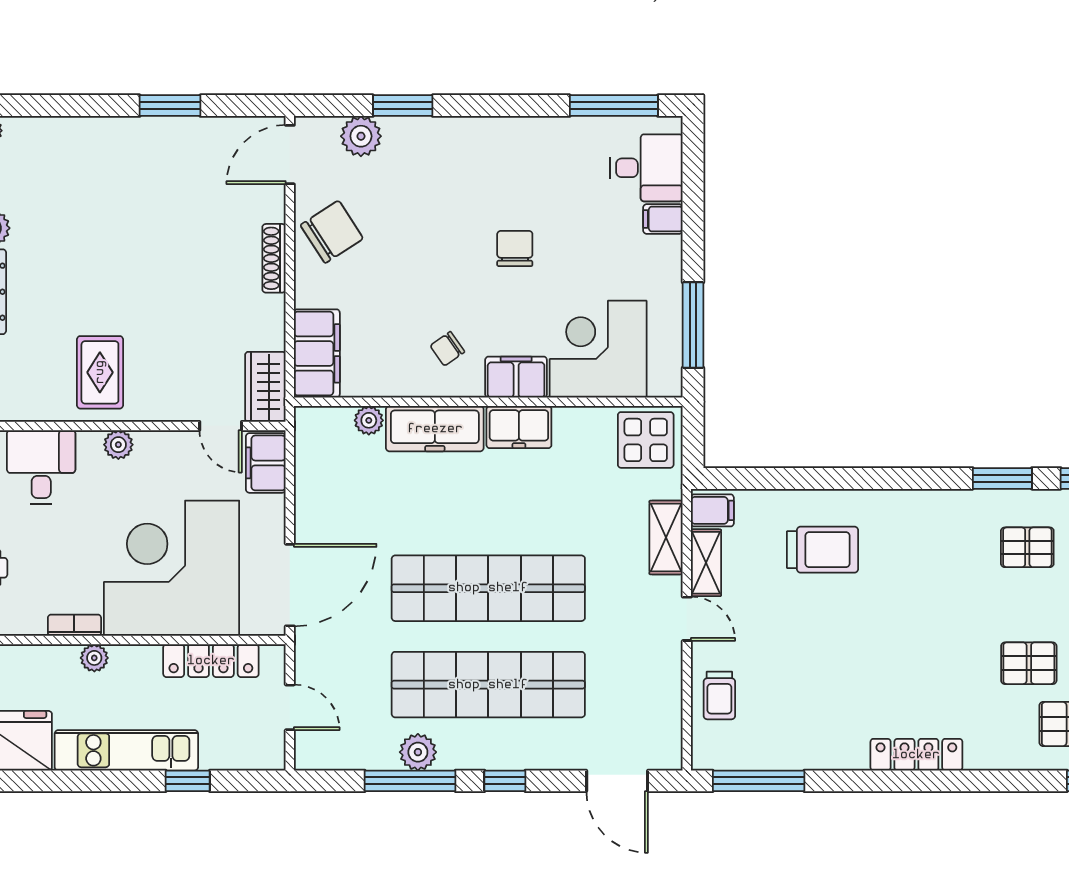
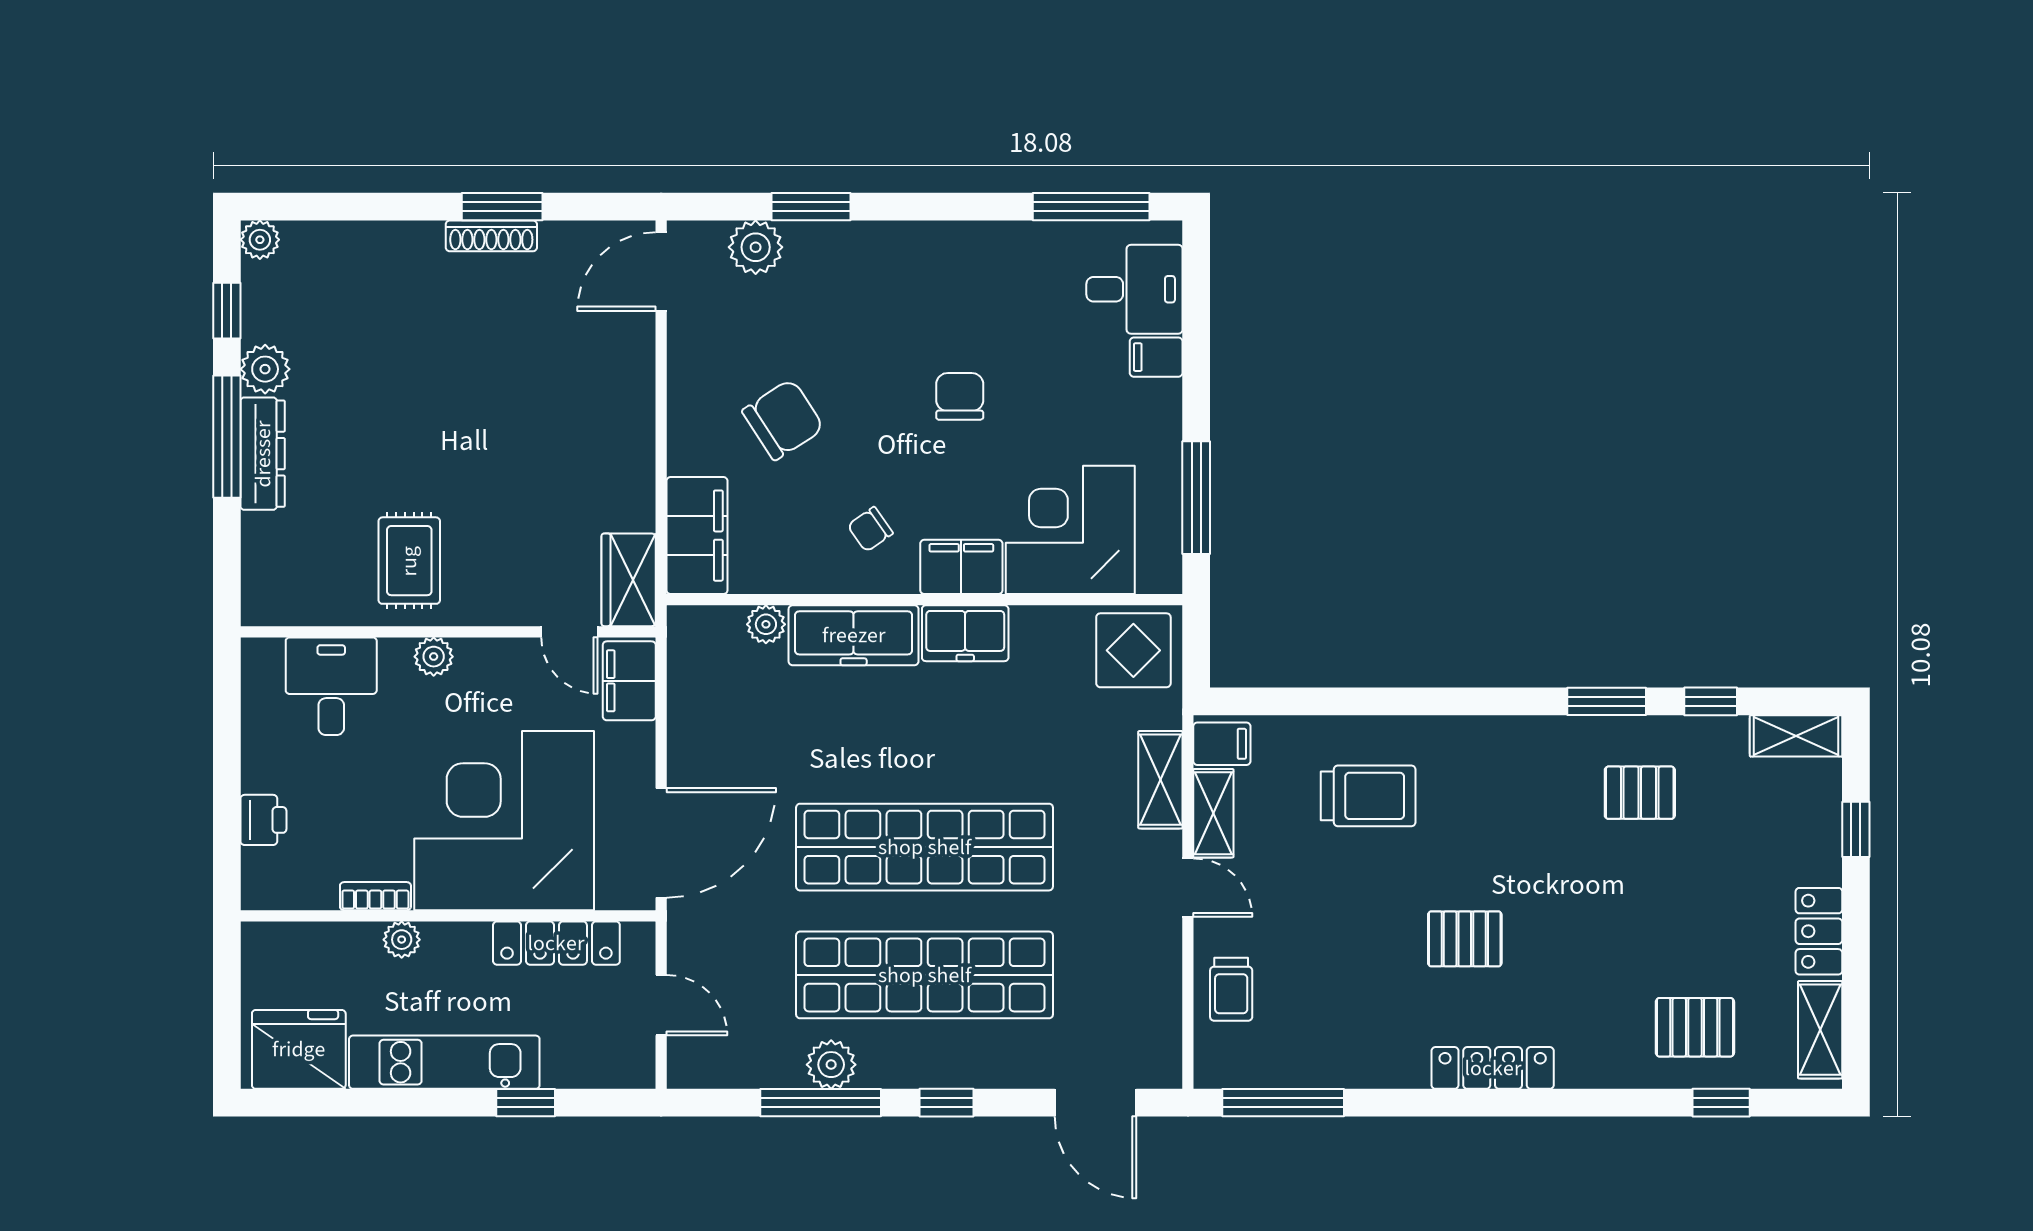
chair: (332, 232) -> (783, 420), moved
shoe rack: (274, 258) -> (491, 236), moved, turned -90
pallet: (1029, 663) -> (1465, 939), moved

